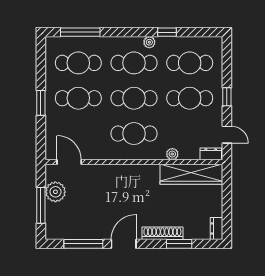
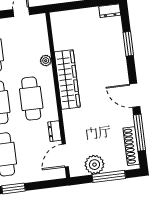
dresser: (211, 154) -> (55, 131), moved
wardrobe: (191, 174) -> (67, 80), moved
shoe rack: (162, 233) -> (131, 146), moved

